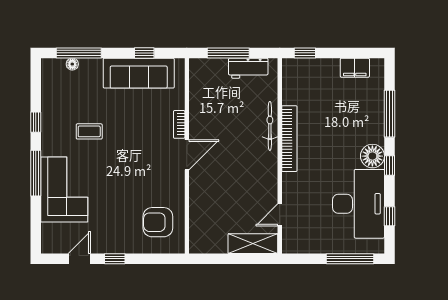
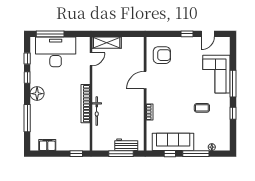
window: (79, 53) -> (196, 154), moved
workbench: (248, 68) -> (126, 145), moved
door: (187, 155) -> (145, 80), moved
window: (389, 165) -> (27, 77), moved
desk: (359, 204) -> (56, 52), moved, turned 90

